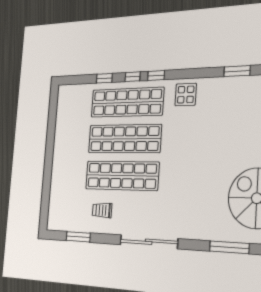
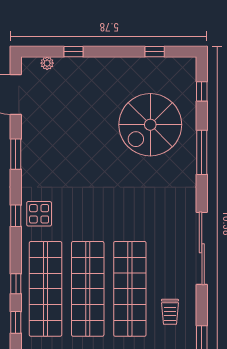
window: (156, 75) -> (16, 216), moved

